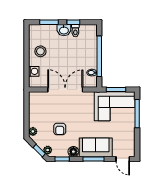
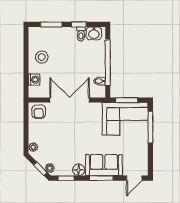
washbasin: (64, 30) -> (94, 33), moved
armchair: (60, 129) -> (39, 112), moved
door: (123, 159) -> (134, 178), hinge flipped

